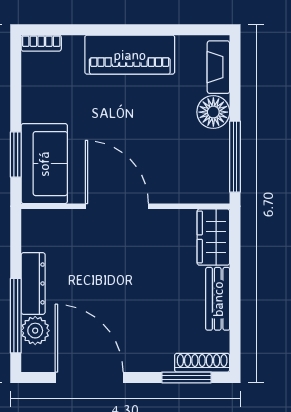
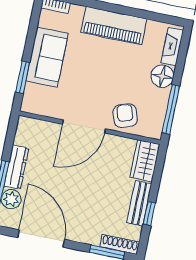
sofa: (44, 164) -> (47, 57), moved
armchair: (172, 179) -> (125, 116), added
door: (117, 206) -> (84, 126), swing flipped
window: (235, 310) -> (149, 213), added

